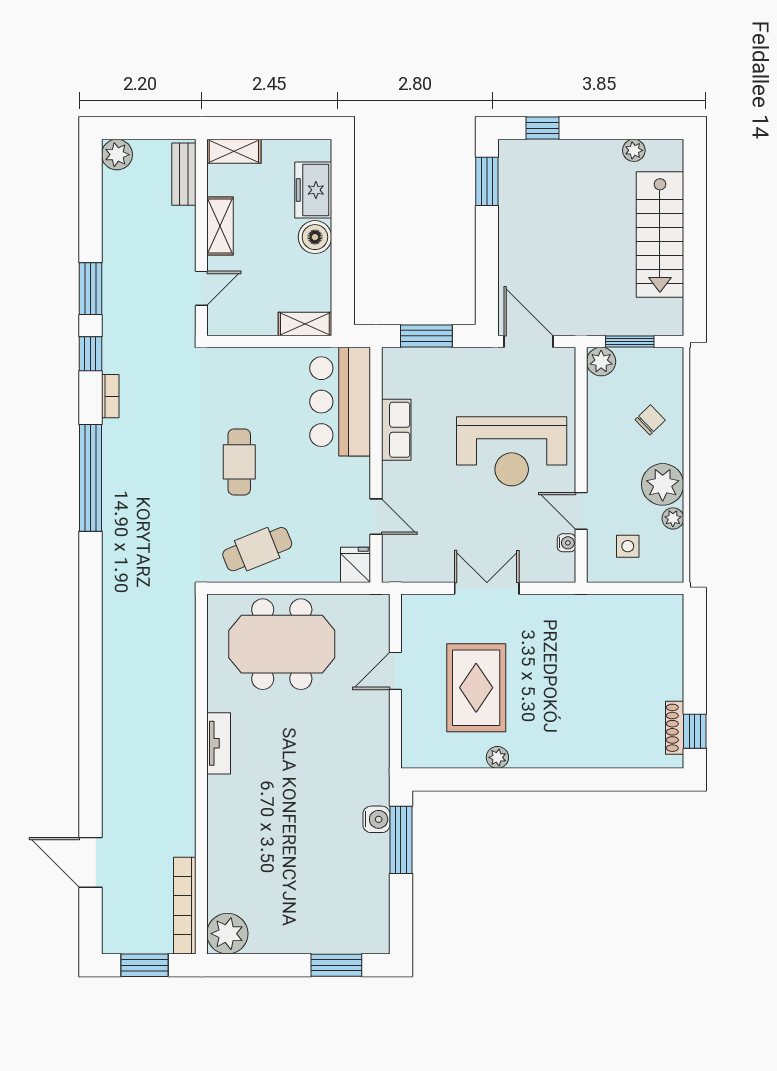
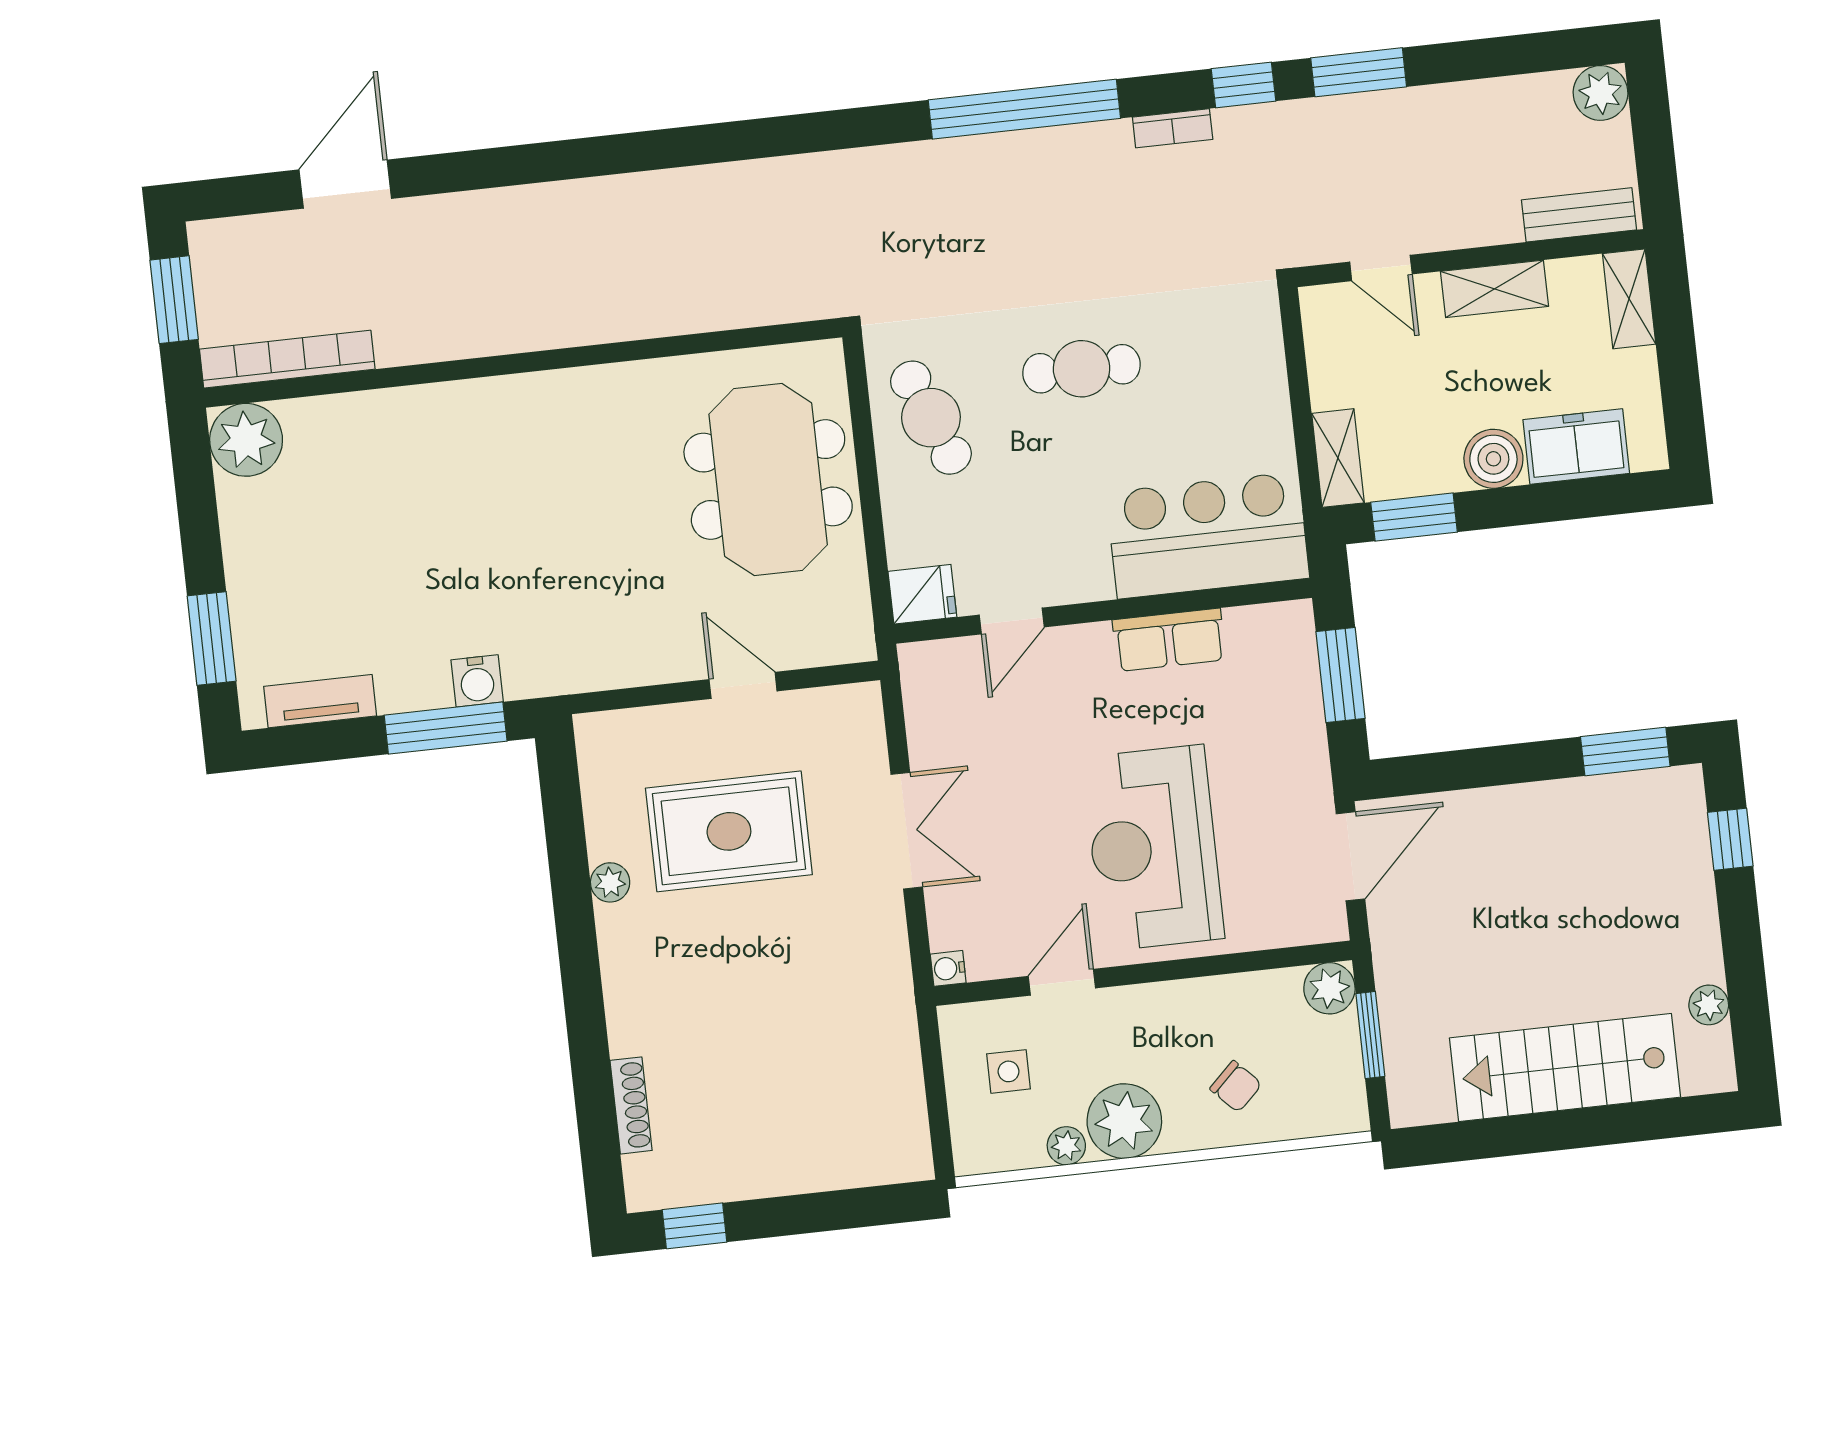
window: (343, 285) -> (1414, 517), added
water cooler: (566, 543) -> (948, 968), moved, turned 90
shoe rack: (675, 728) -> (631, 1105), moved, turned 90
tv unit: (219, 743) -> (320, 701), moved, turned 180

